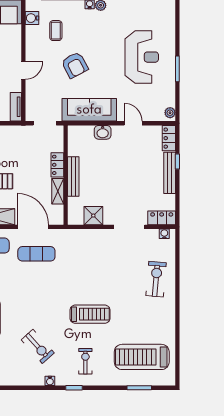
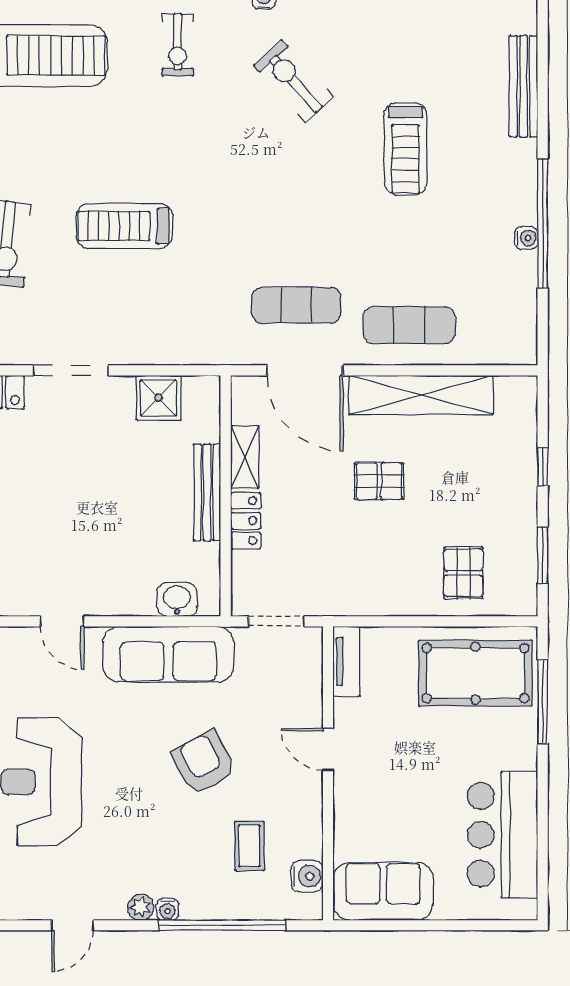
door: (23, 71) -> (328, 749), hinge flipped
washbasin: (103, 132) -> (177, 600), moved
treadmill: (90, 314) -> (124, 226), moved

